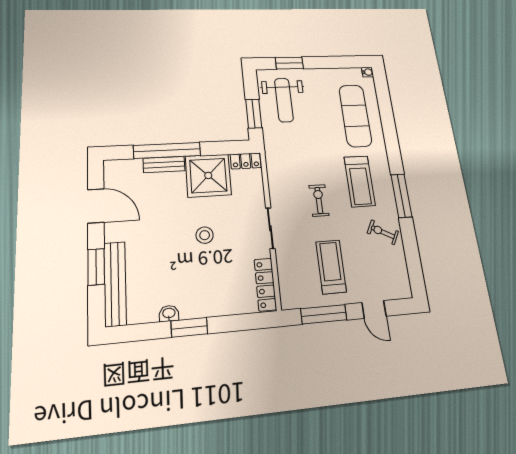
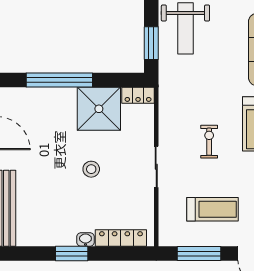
bench: (164, 165) -> (56, 95), removed
treadmill: (331, 267) -> (212, 209), turned 90
locker: (265, 284) -> (121, 238), moved, turned 90
washbasin: (169, 313) -> (85, 239), moved

